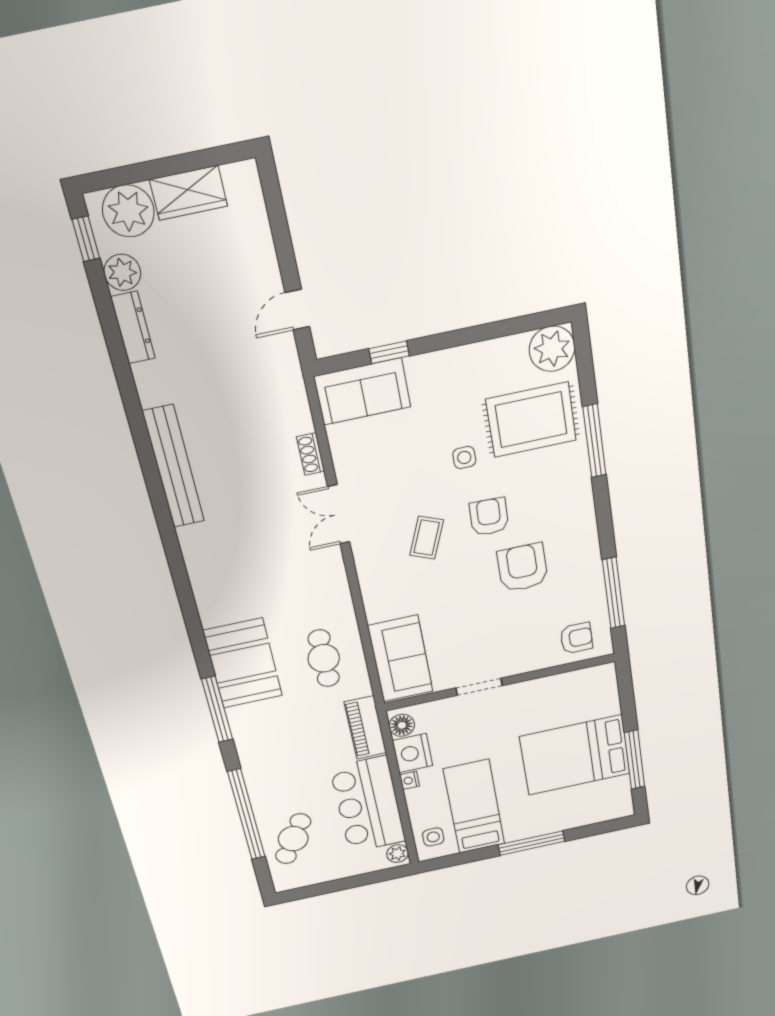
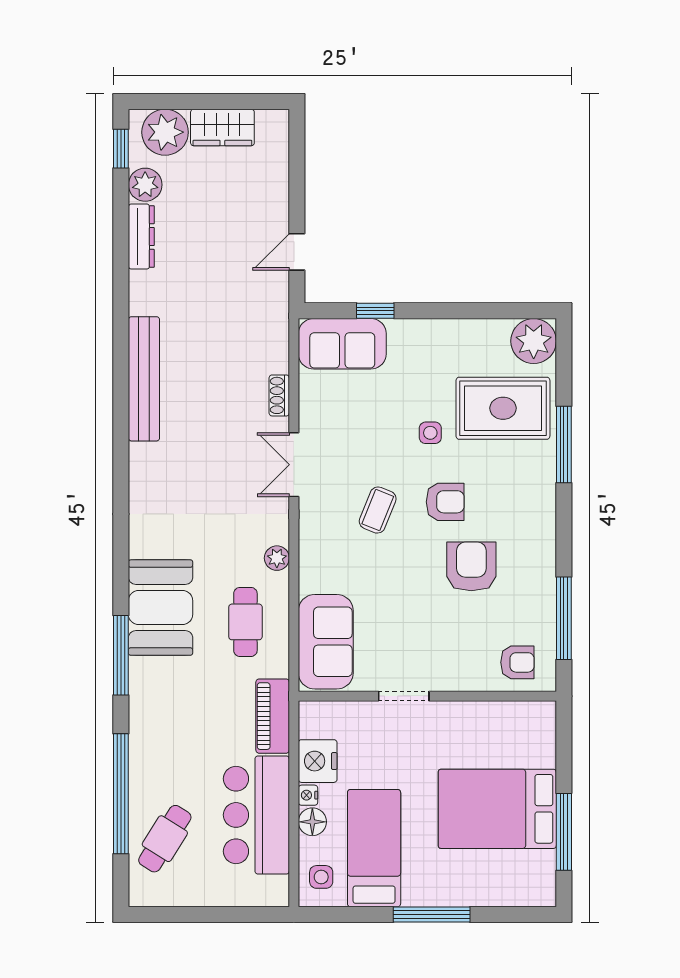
armchair: (489, 517) -> (445, 502), turned 88
floor lamp: (402, 725) -> (312, 822), moved
plant: (398, 854) -> (277, 558), moved

